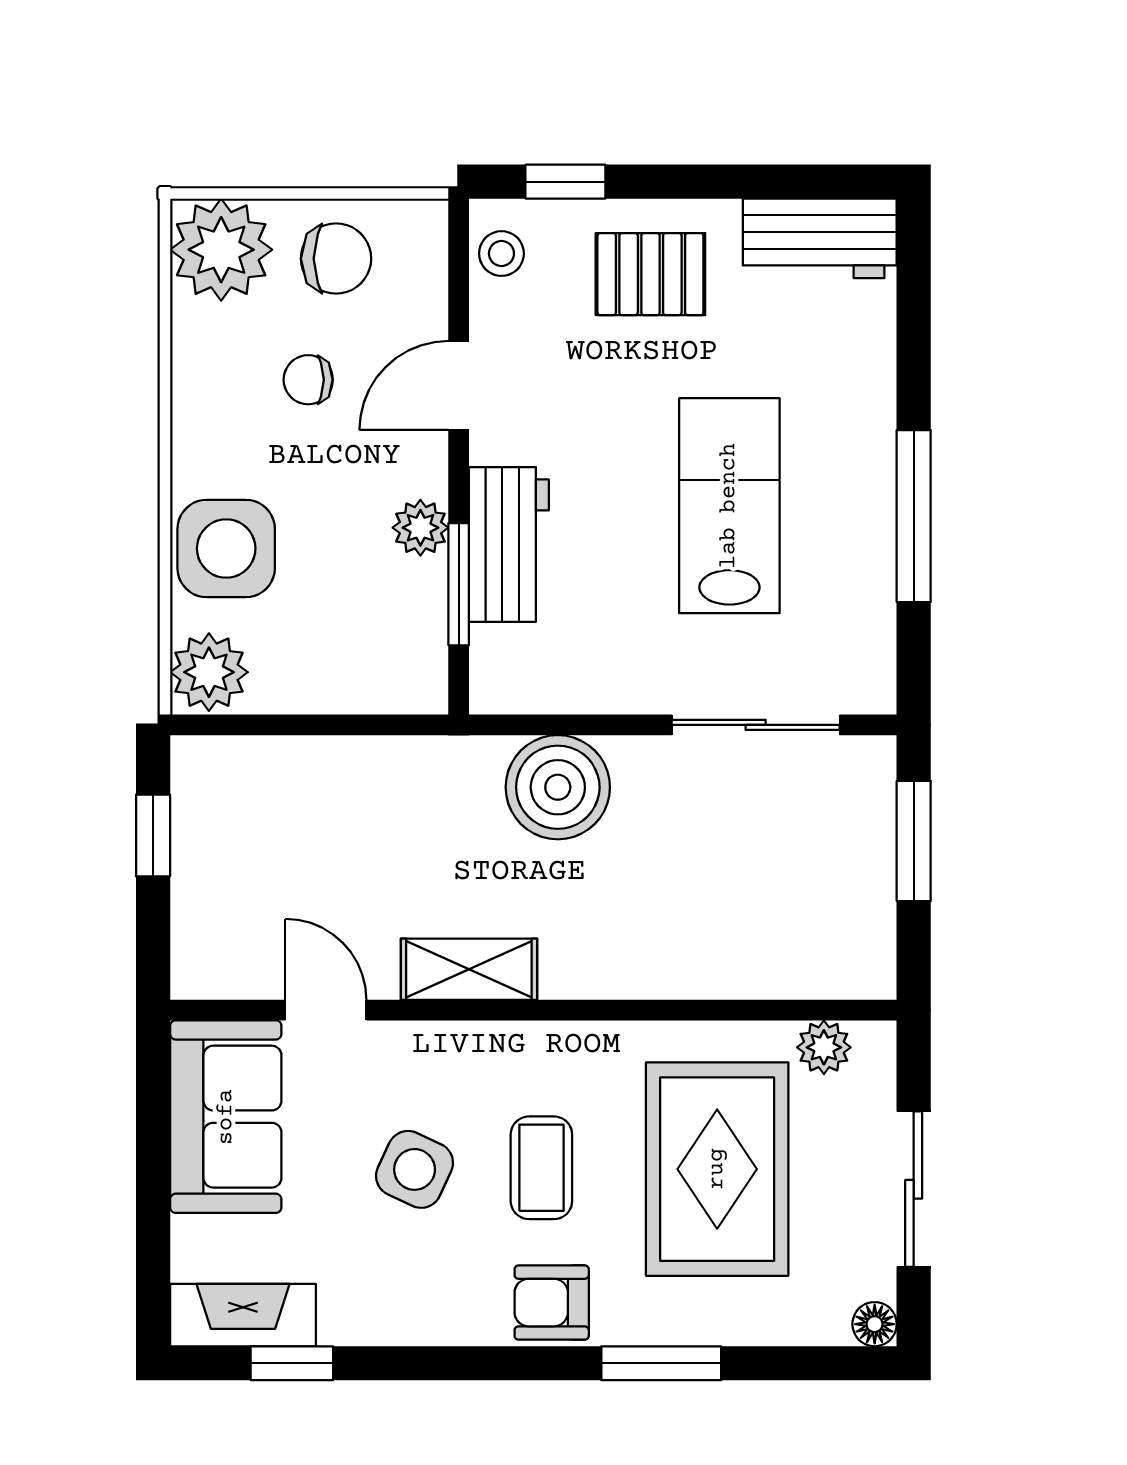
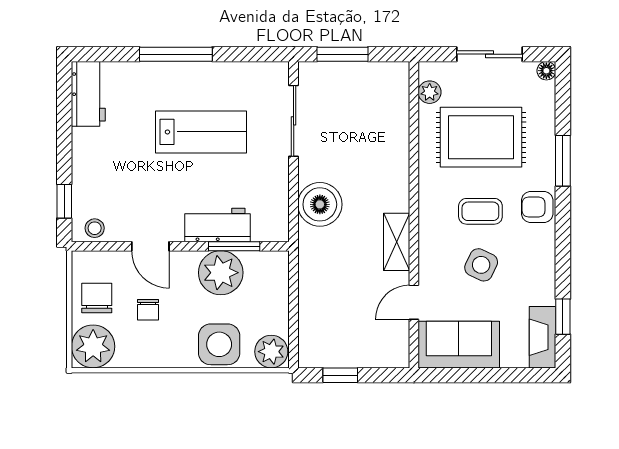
pallet: (650, 274) -> (103, 165), removed
lab bench: (729, 506) -> (201, 132), turned 180
window: (914, 516) -> (176, 54), moved
plant: (420, 528) -> (221, 273), width x1.87, depth x1.87
armchair: (552, 1303) -> (537, 207), turned 90

